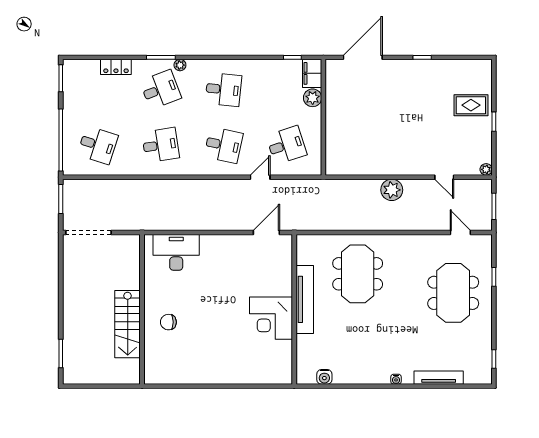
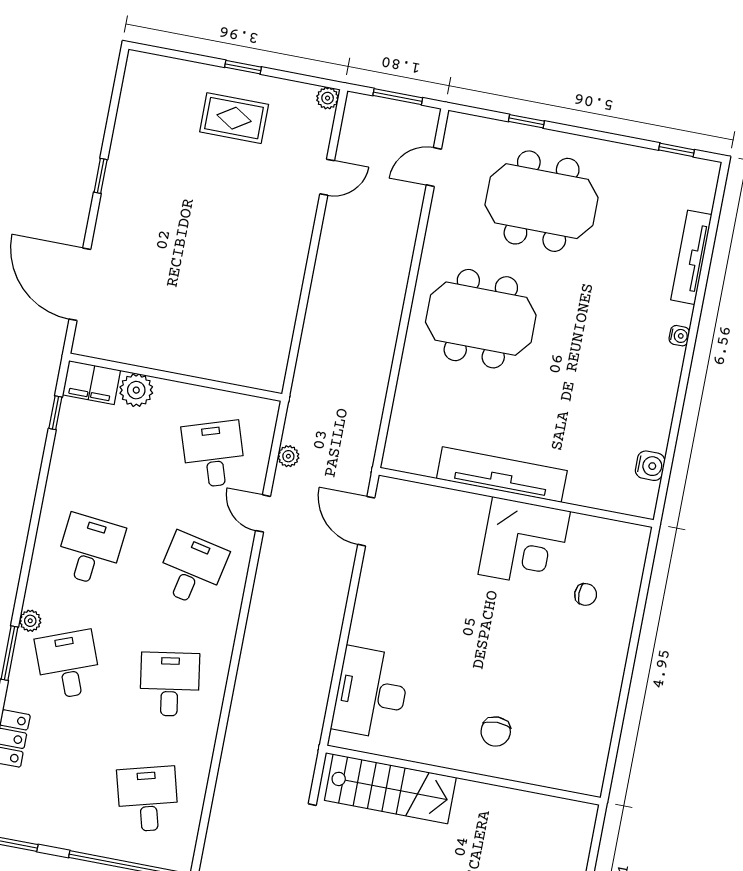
rug: (471, 105) -> (234, 118), moved, turned 90
desk: (98, 145) -> (148, 799), turned -33
plant: (392, 190) -> (288, 456), moved, width x0.53, depth x0.53
meeting table: (358, 274) -> (481, 319), moved
stairs: (128, 324) -> (390, 789), moved
chair: (250, 356) -> (586, 594), added

